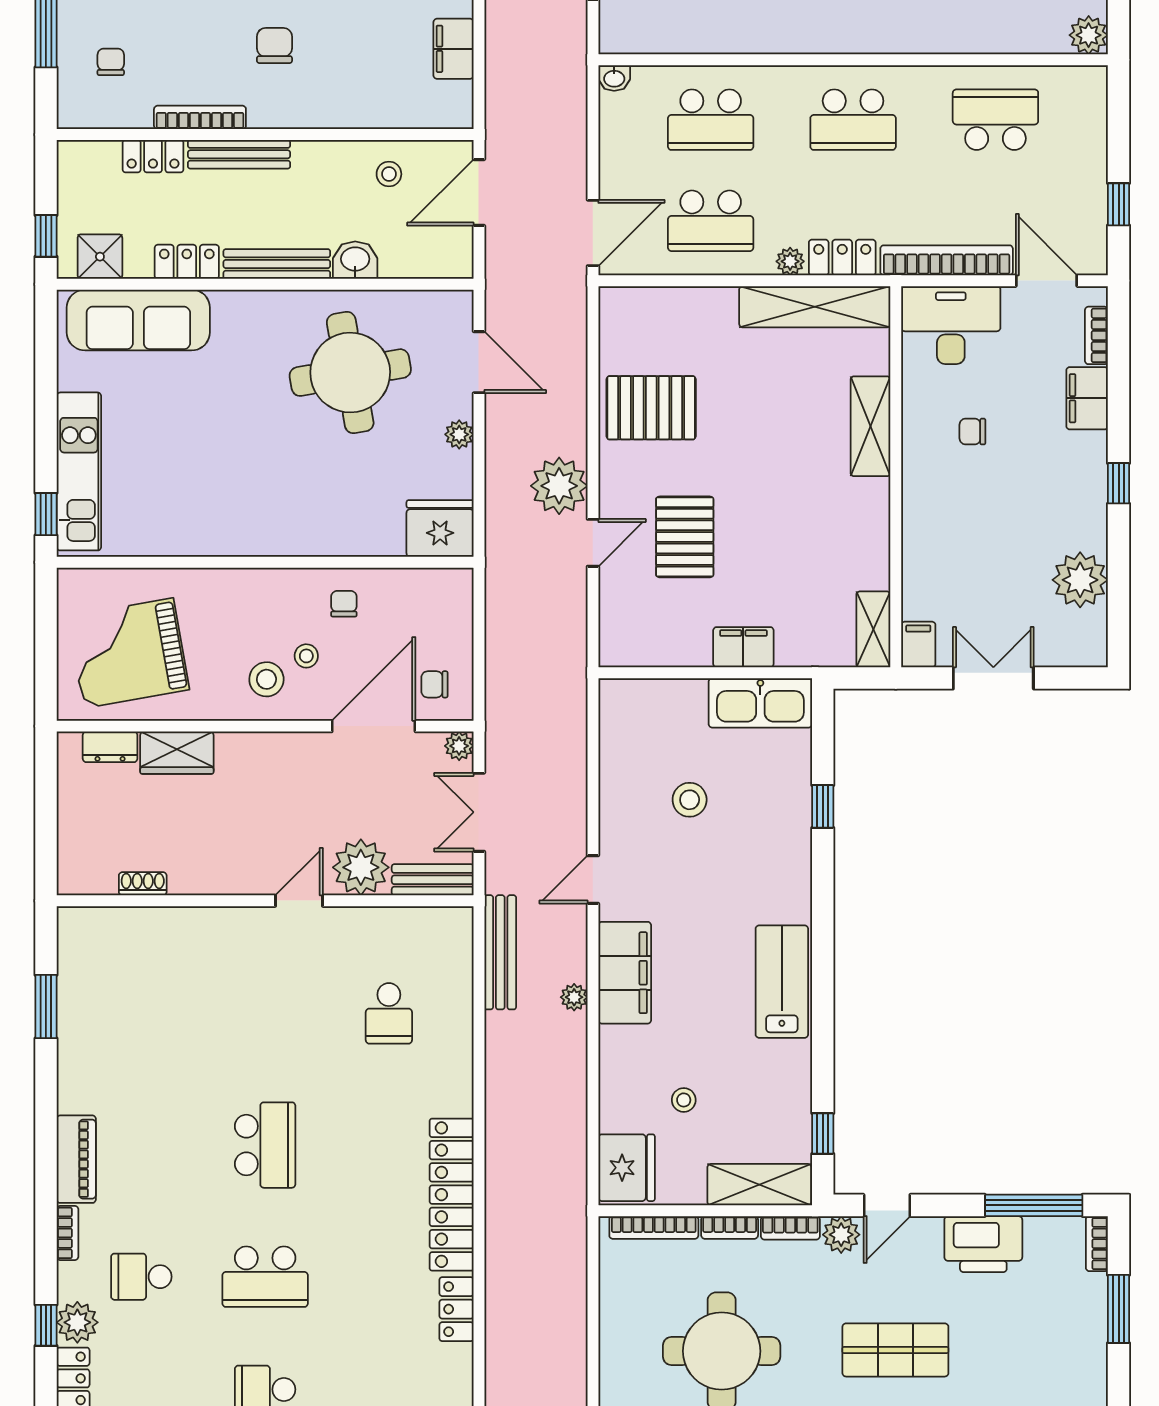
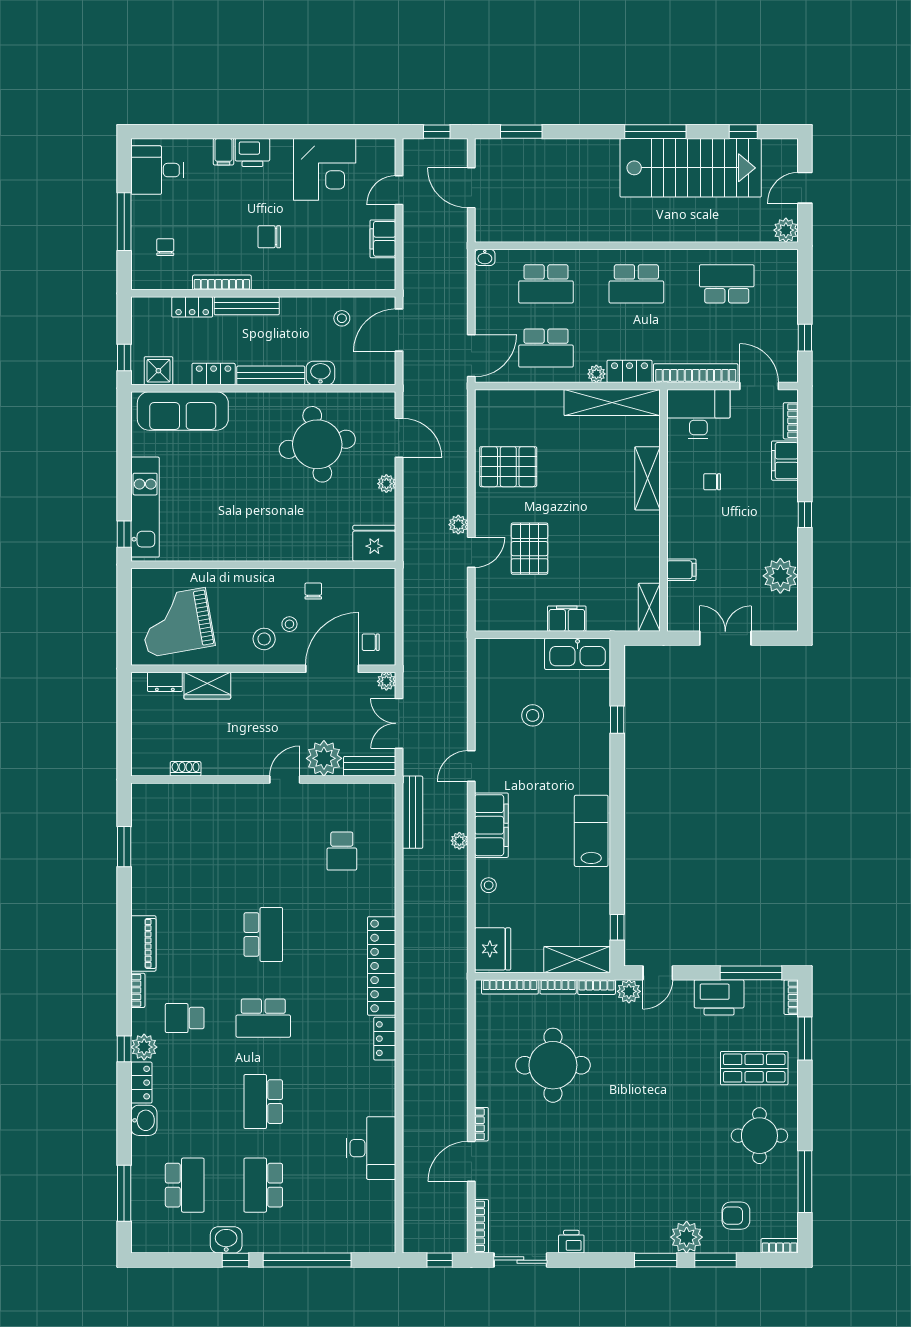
chair: (274, 45) -> (269, 237), turned -90
plant: (559, 486) -> (458, 525), width x0.53, depth x0.53
filing cabinet: (918, 644) -> (681, 570), moved, turned 90
stool: (684, 1100) -> (489, 885), moved
shop shelf: (895, 1350) -> (754, 1068), moved

